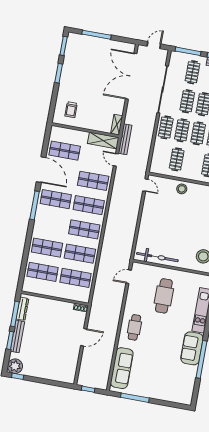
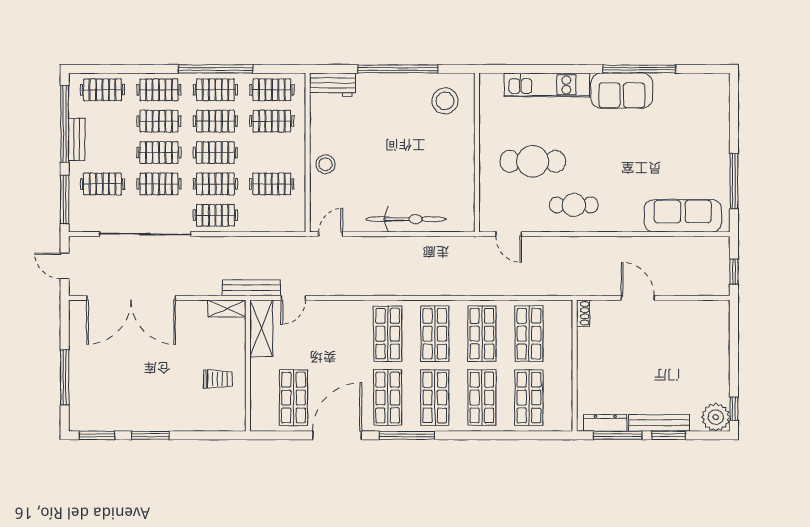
trolley: (71, 110) -> (218, 379), moved
shop shelf: (93, 181) -> (435, 398), moved
bicycle: (157, 257) -> (406, 219), moved, turned 90
cafe table: (134, 327) -> (574, 205), moved

